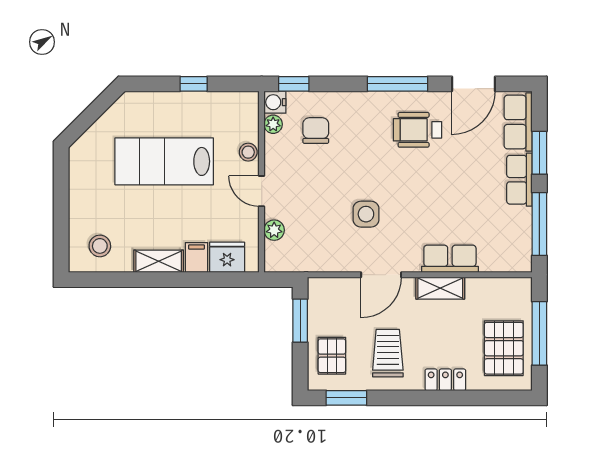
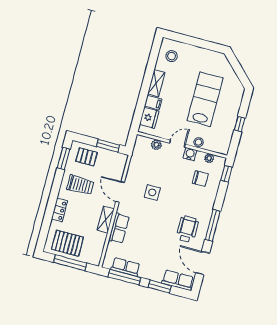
water cooler: (275, 102) -> (190, 154), moved
row of seats: (519, 180) -> (126, 267), moved

